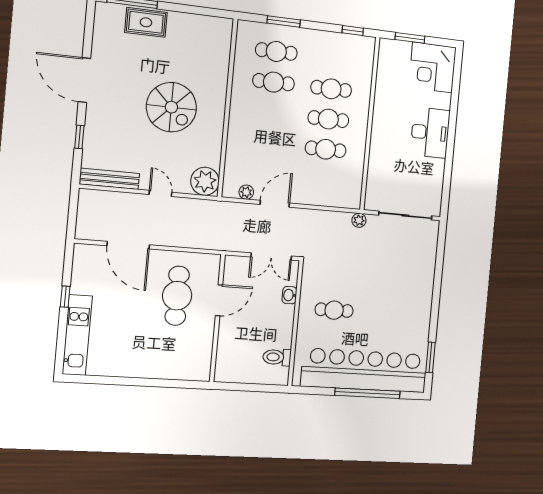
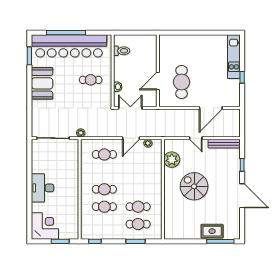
cafe table: (326, 149) -> (104, 154), moved
plant: (205, 181) -> (172, 160), moved
door: (128, 245) -> (211, 108), swing flipped
booth: (414, 310) -> (42, 83), added

